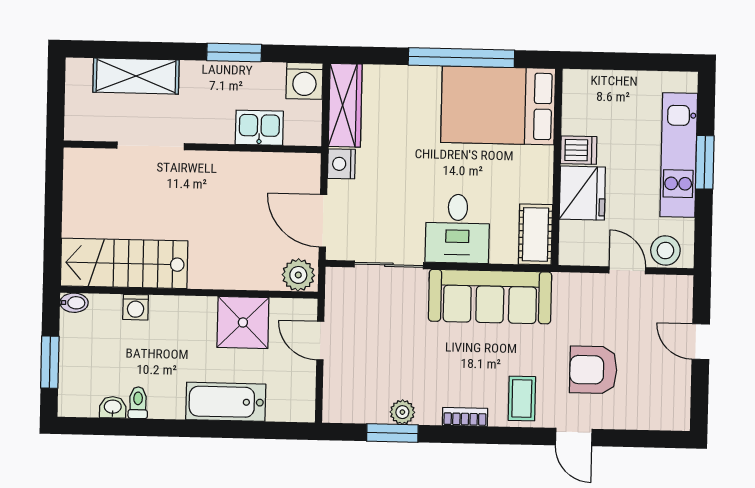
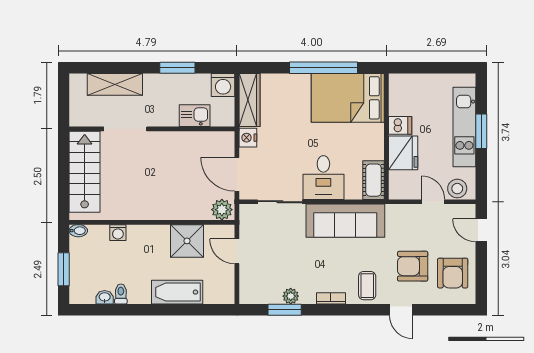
stairs: (124, 263) -> (85, 172), moved, turned 90
door: (701, 342) -> (481, 230), moved
armchair: (655, 382) -> (453, 273), added

